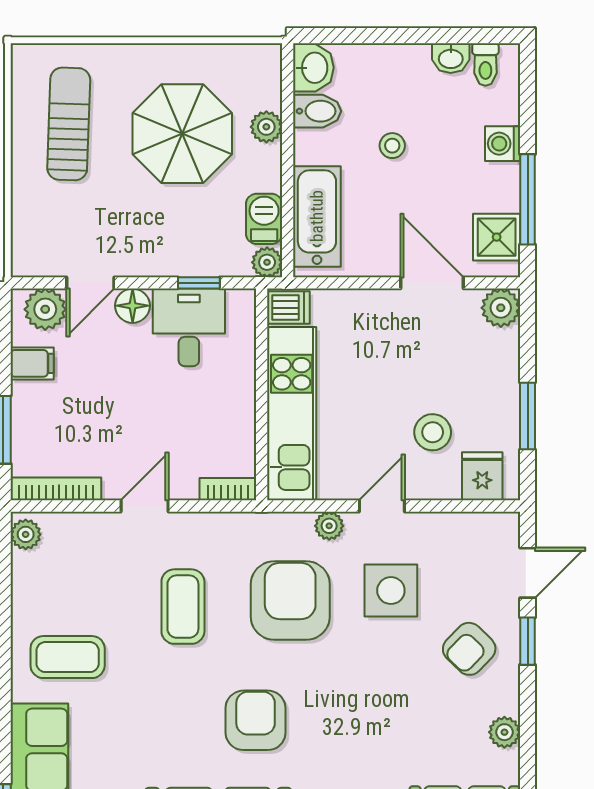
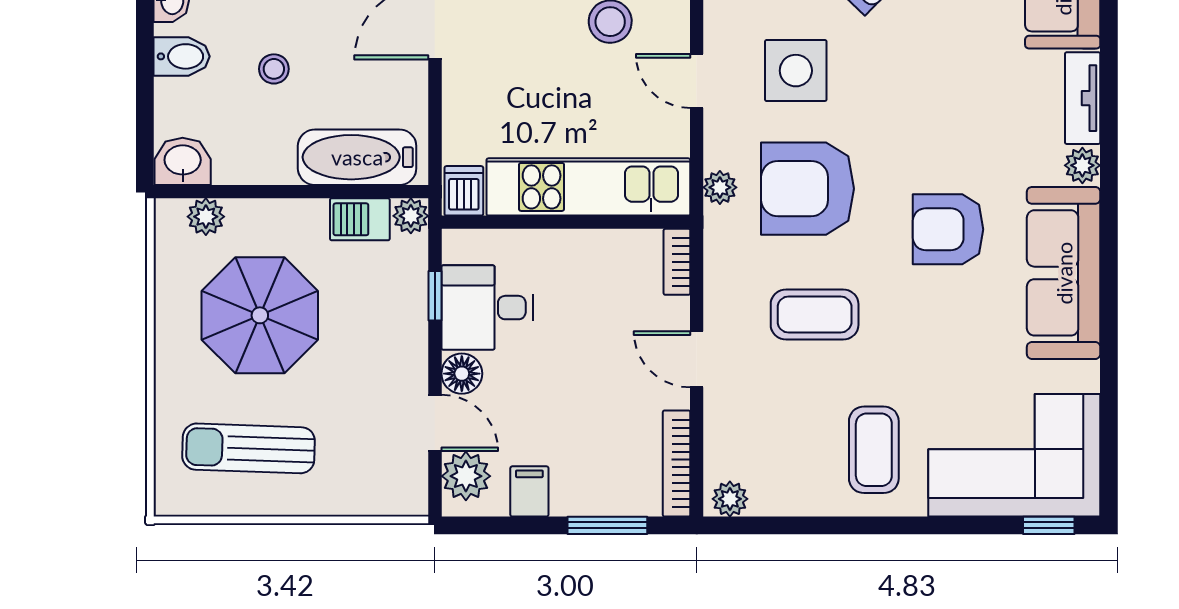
bidet: (317, 111) -> (182, 56), moved, turned 90
plant: (266, 127) -> (206, 217), moved
plant: (329, 526) -> (720, 187), moved

